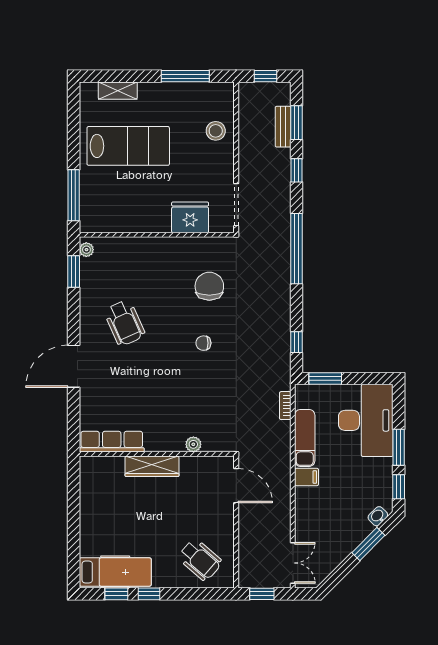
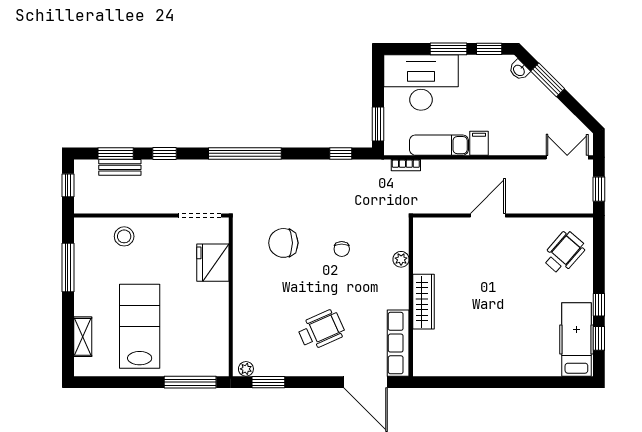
row of seats: (112, 442) -> (398, 343), moved
plant: (193, 444) -> (401, 259), moved
wall: (157, 454) -> (411, 297), moved
wardrobe: (152, 466) -> (424, 302), moved

